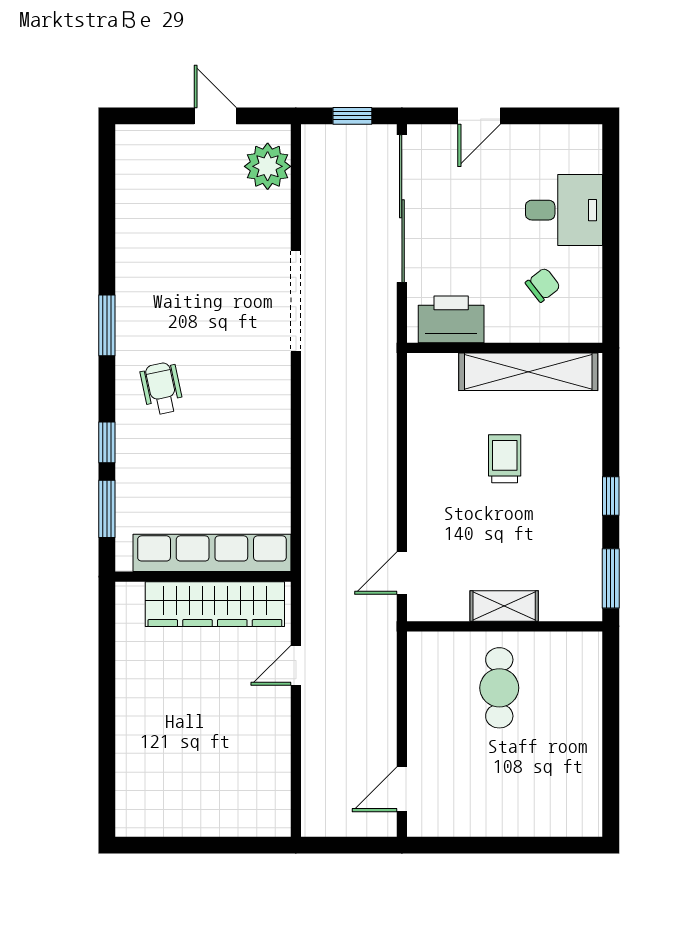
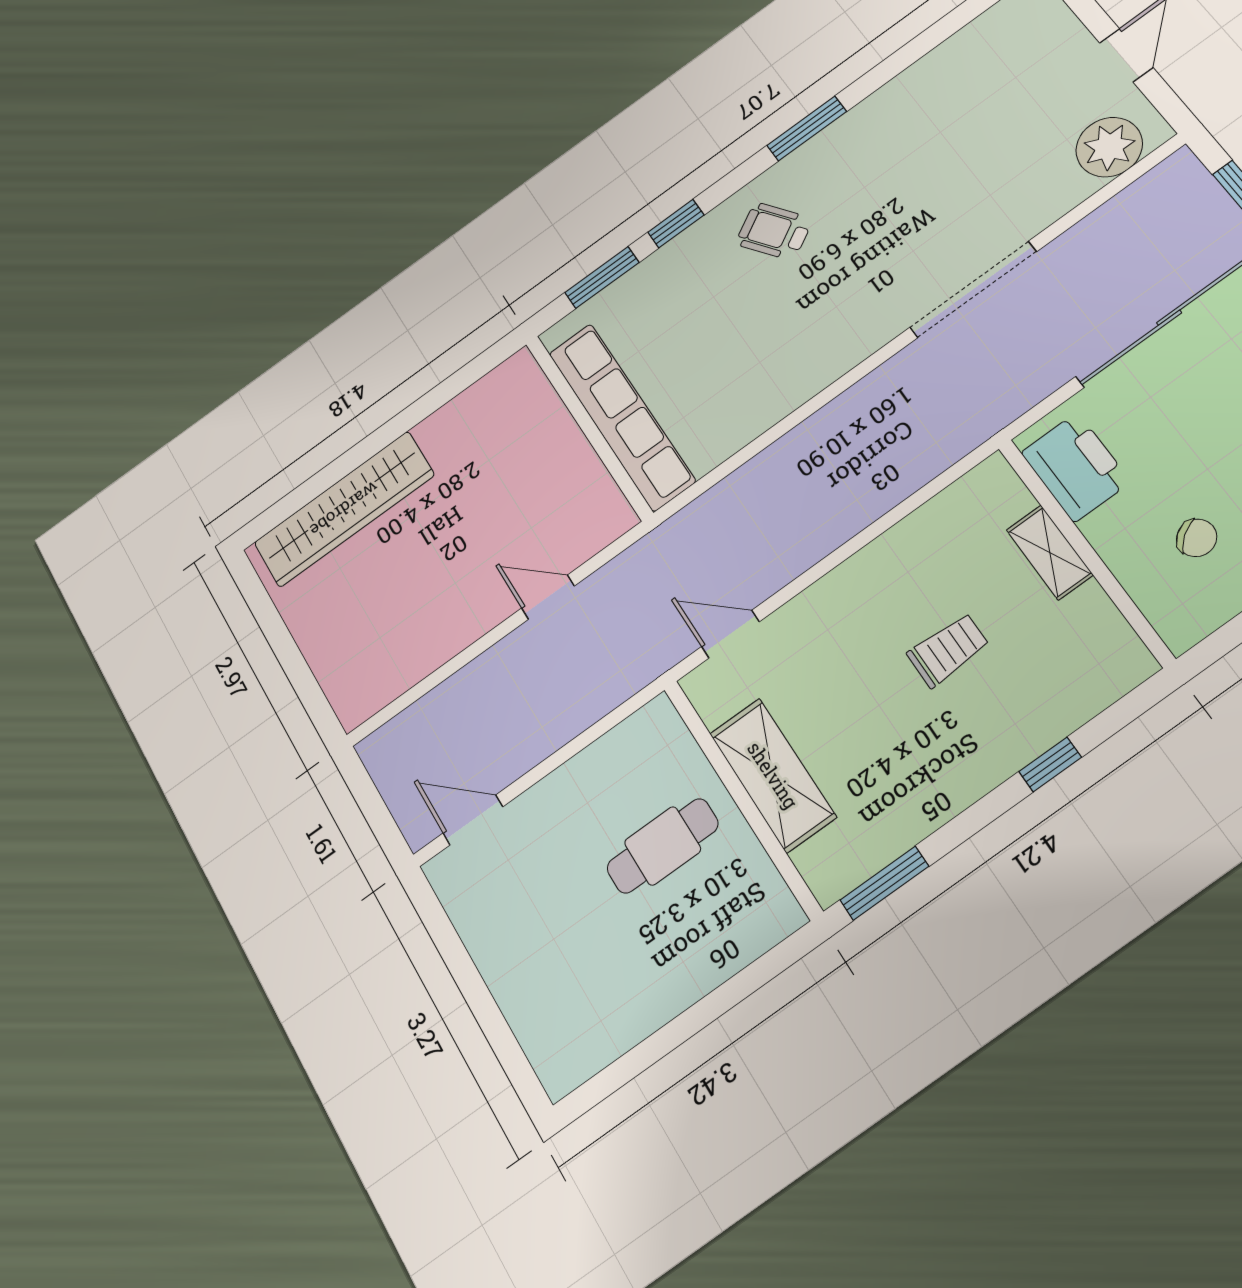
shelving: (528, 372) -> (1050, 552), width x0.45, depth x0.75
wheelchair: (162, 388) -> (774, 231), turned -111
window: (611, 496) -> (1050, 764), moved
wardrobe: (215, 604) -> (344, 509), moved, turned -90
shelving: (504, 606) -> (773, 775), width x1.50, depth x1.33

